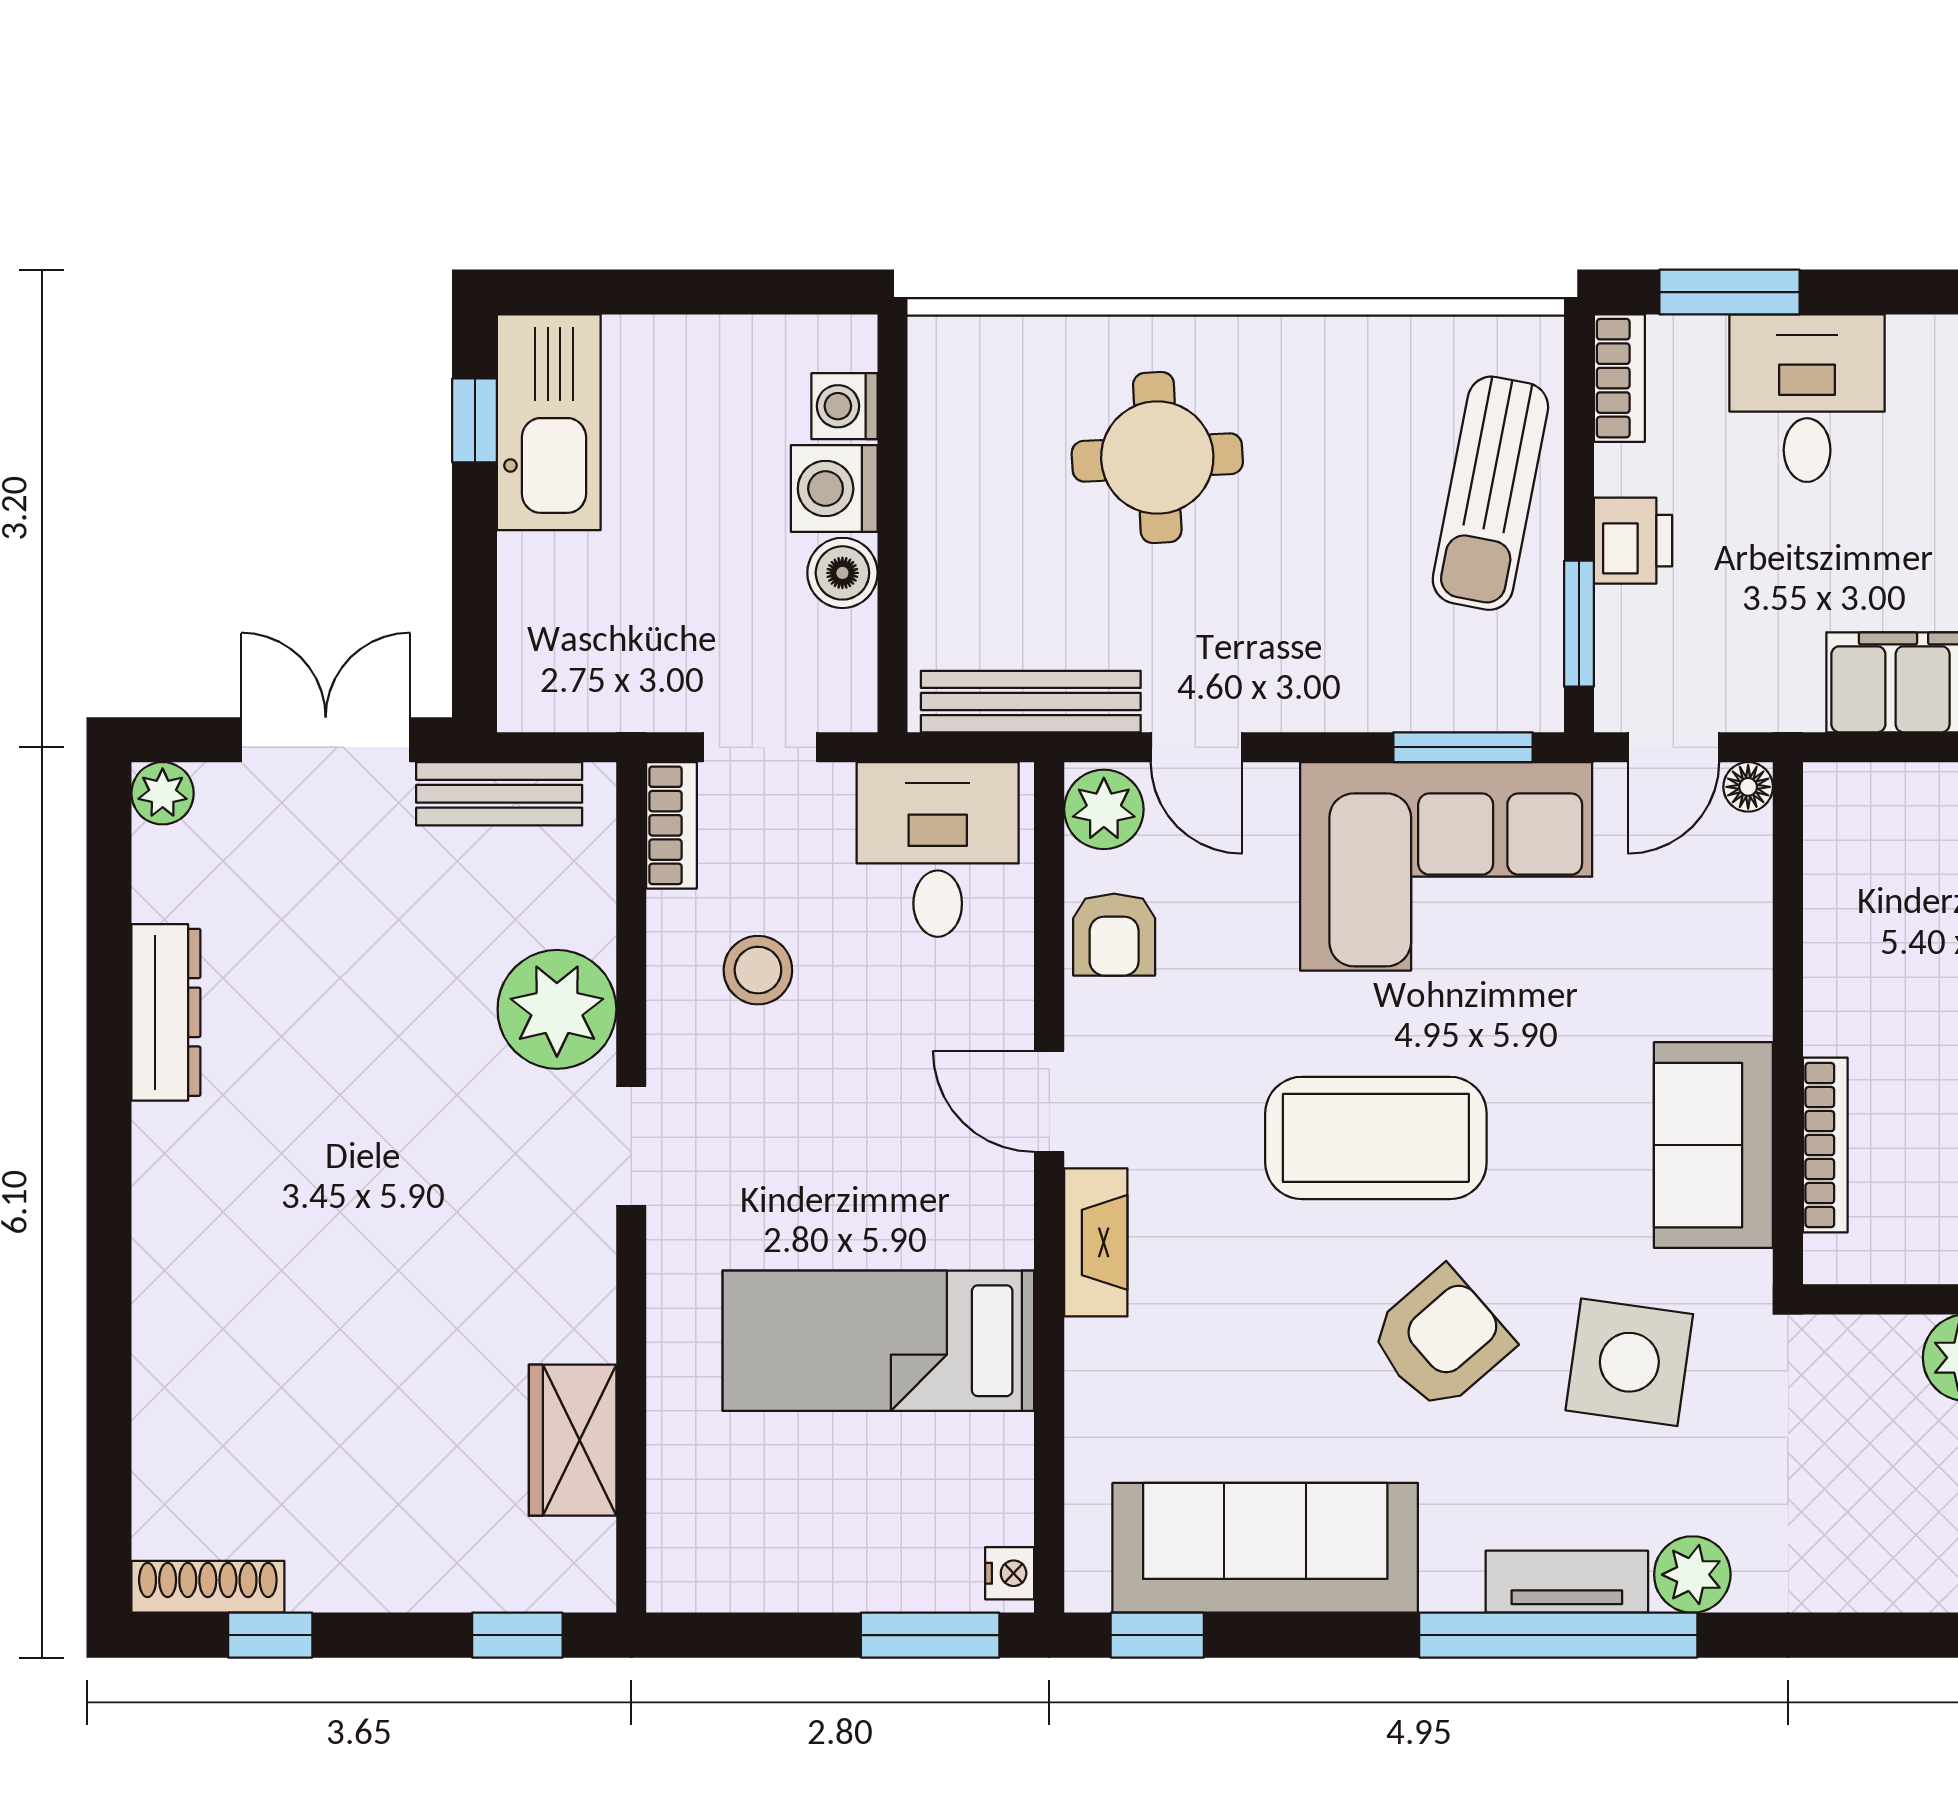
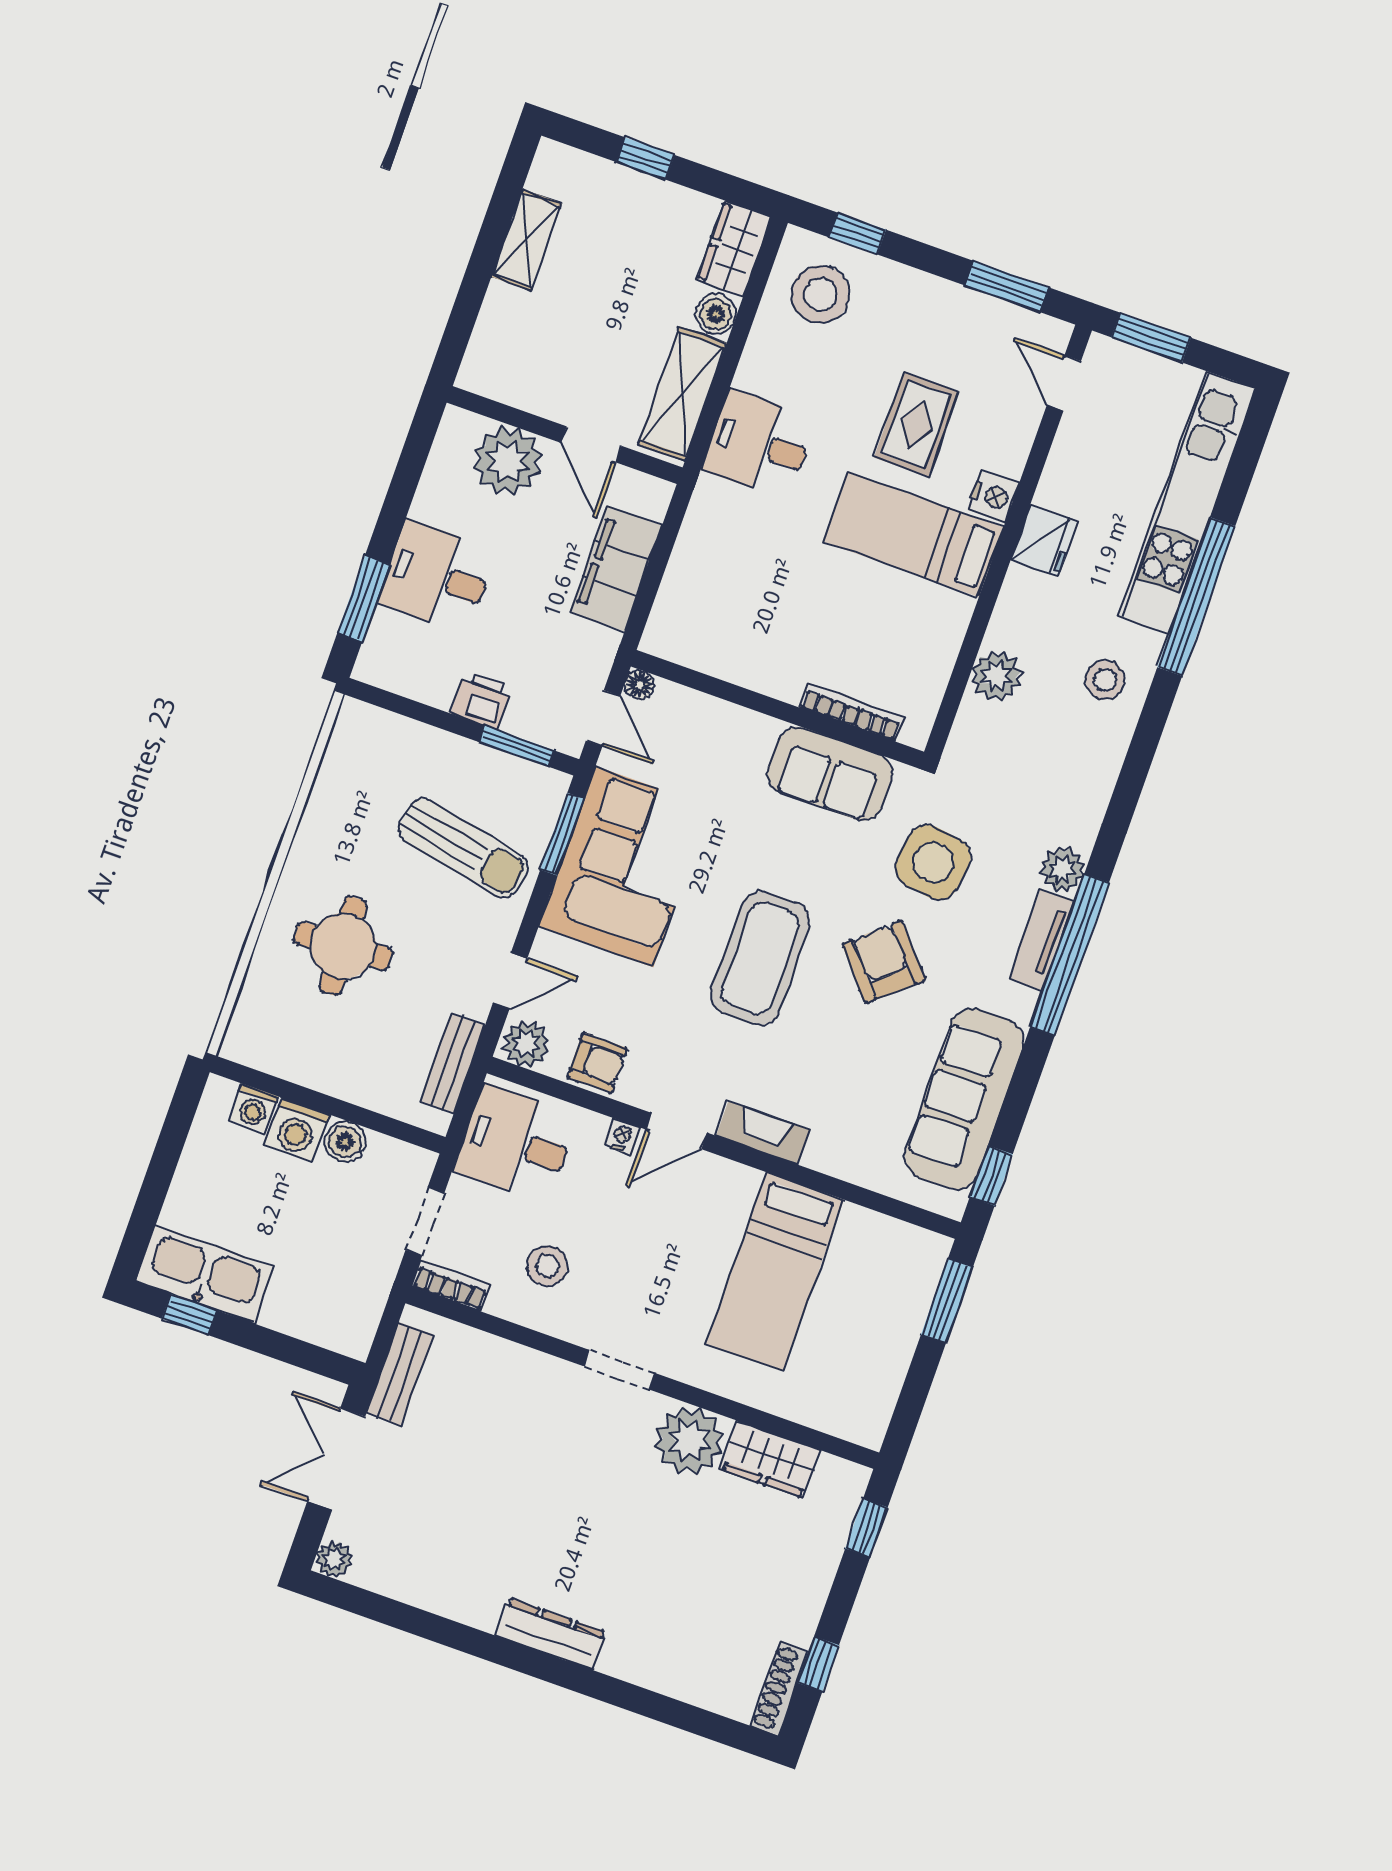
bookcase: (1619, 378) -> (389, 676), removed
sun lounger: (1490, 493) -> (463, 848), moved
bench: (1031, 702) -> (453, 1063), width x0.73
plant: (557, 1009) -> (689, 1441), moved
dresser: (166, 1012) -> (551, 1634), moved
nightstand: (1010, 1573) -> (622, 1136), moved

